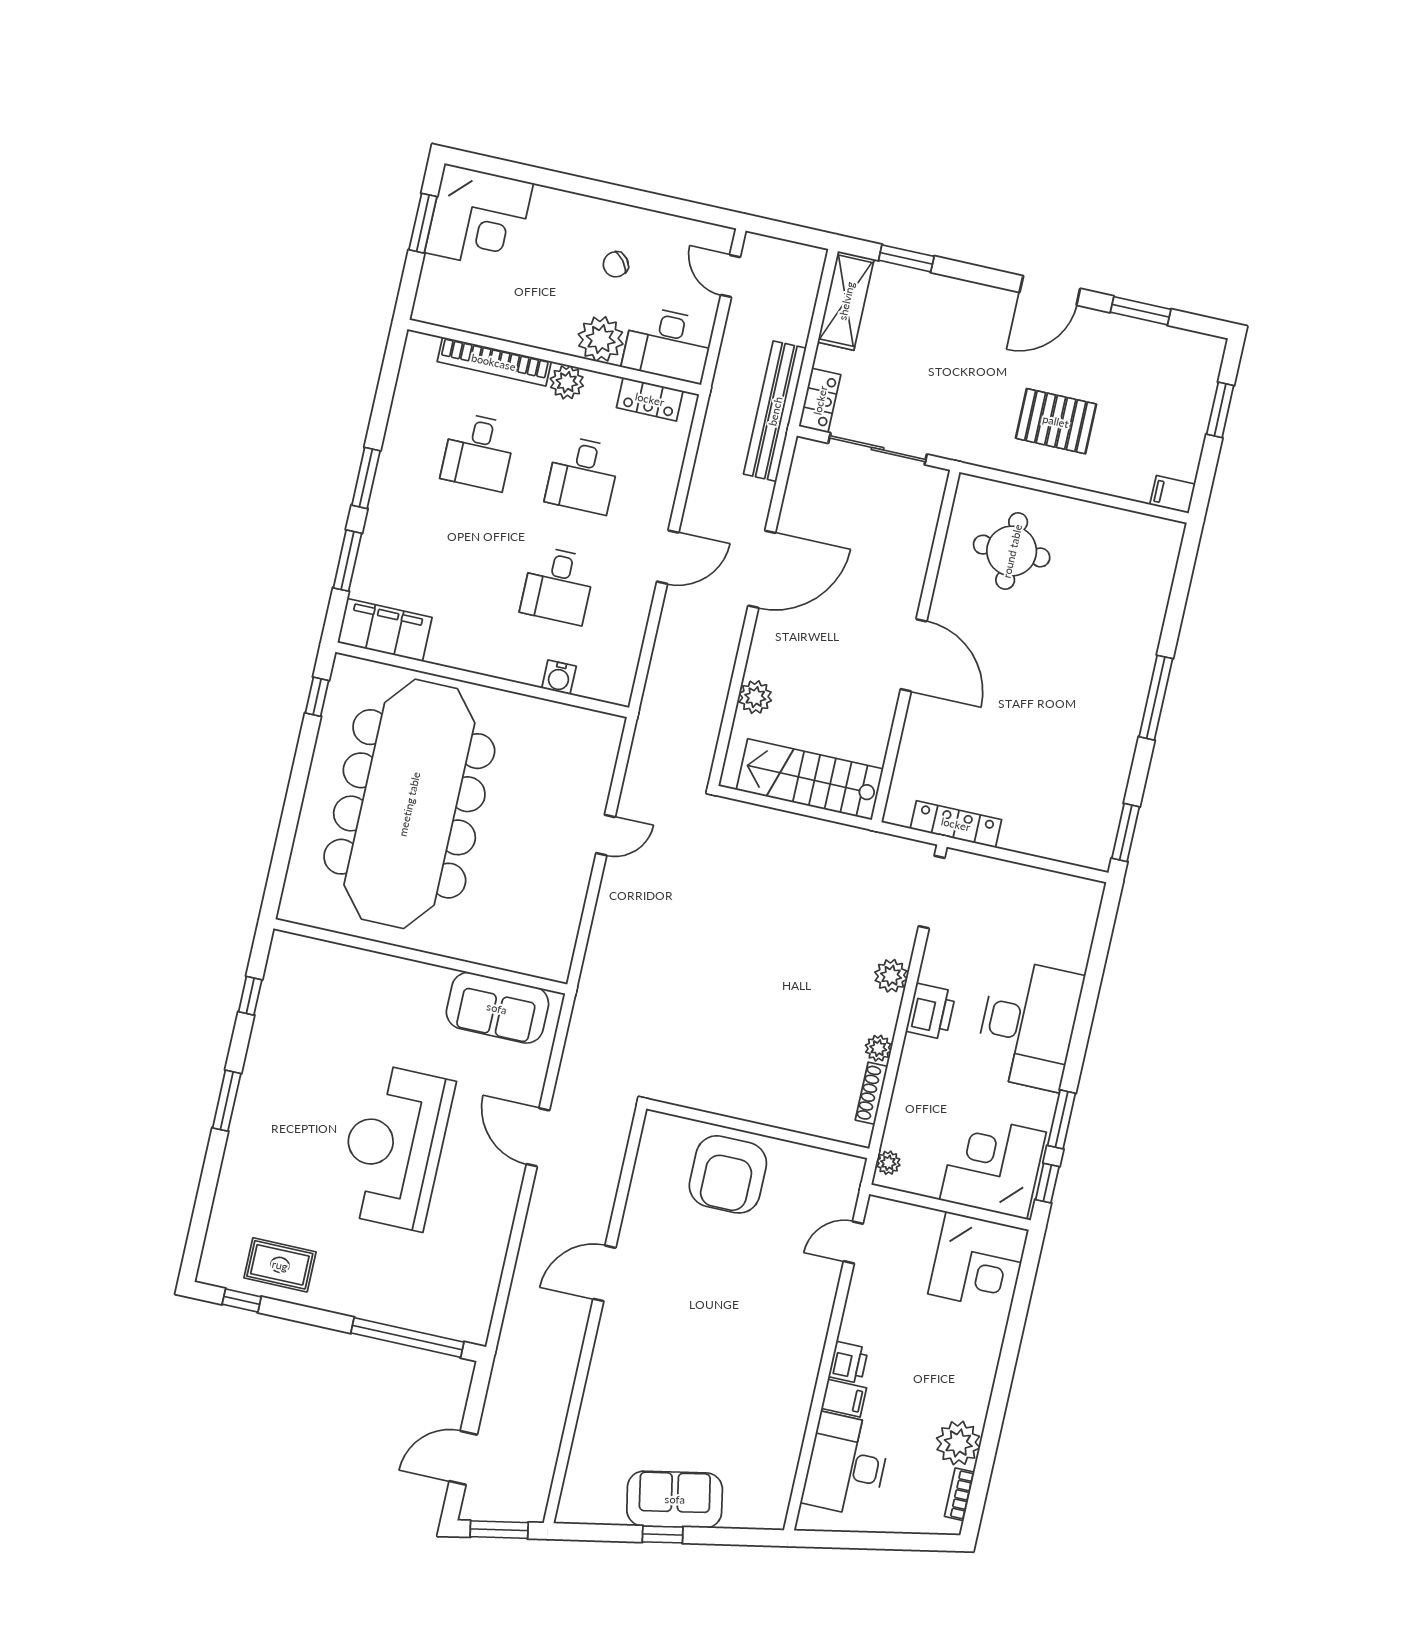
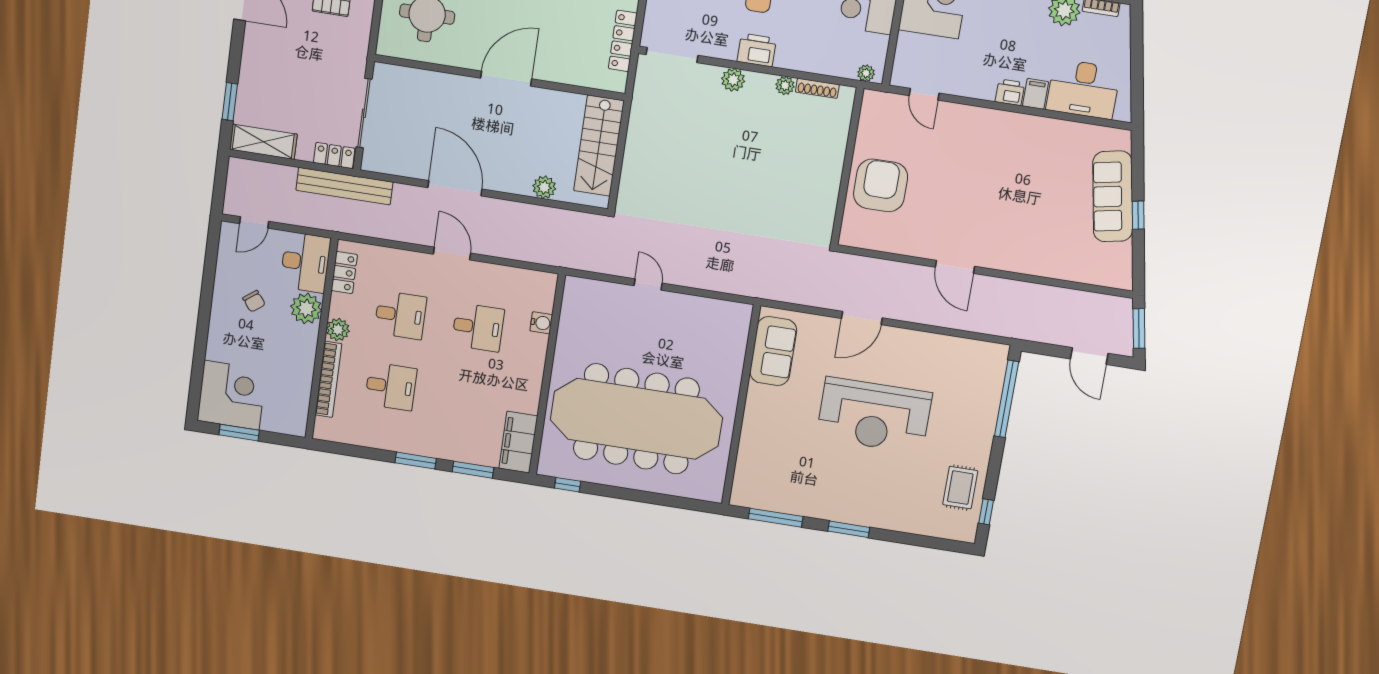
window: (250, 996) -> (776, 518), width x2.17
armchair: (728, 1174) -> (881, 185), turned -90
sofa: (675, 1499) -> (1113, 196), width x1.36

